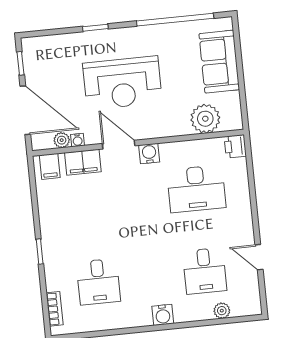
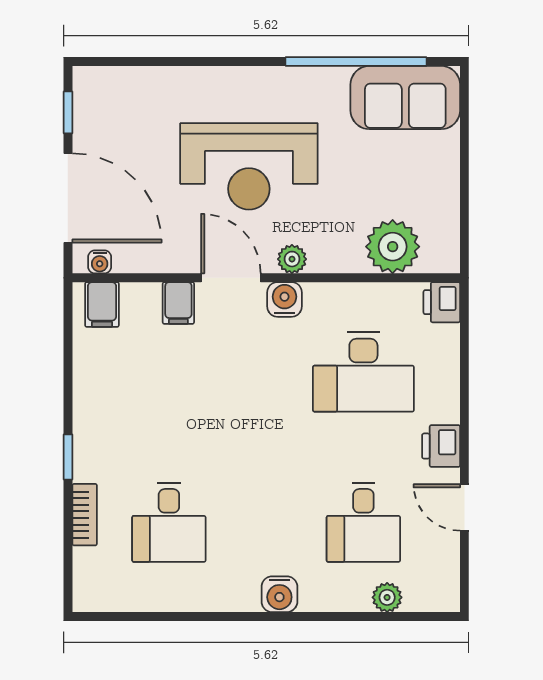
window: (95, 28) -> (210, 62), removed
sofa: (219, 62) -> (405, 98), moved, turned -90
plant: (62, 140) -> (292, 259), moved
water cooler: (78, 140) -> (100, 262), moved
filing cabinet: (83, 162) -> (178, 303), width x0.50
printer: (243, 225) -> (441, 446), added
bookcase: (55, 309) -> (85, 515), moved

